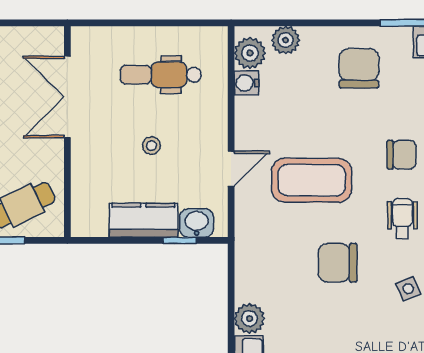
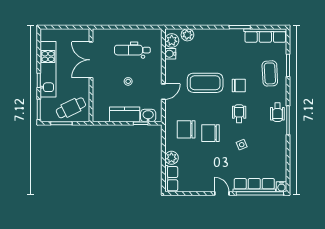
chair: (359, 68) -> (186, 129), moved, turned -90
coffee table: (312, 180) -> (205, 83), moved

